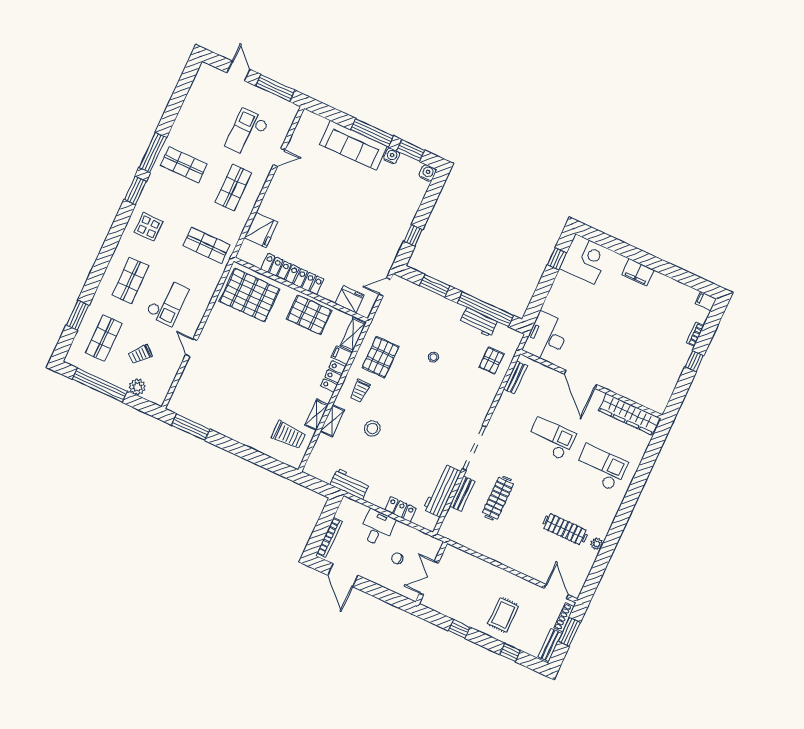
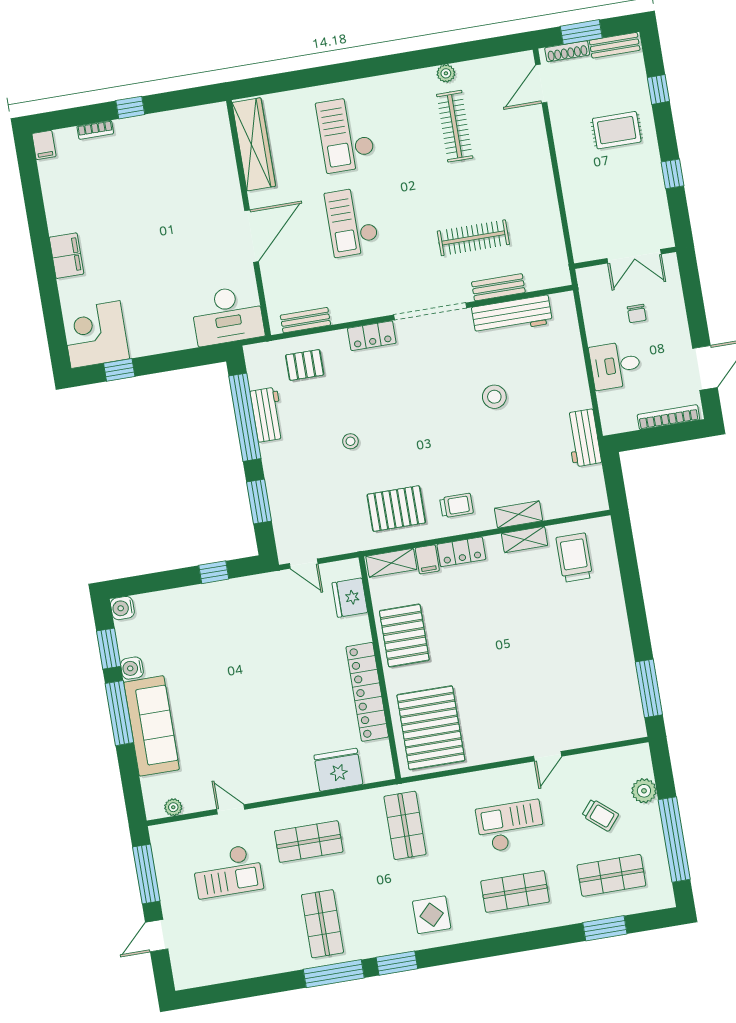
plant: (301, 127) -> (173, 807), added
stool: (372, 428) -> (494, 397), moved
locker: (400, 509) -> (372, 336), moved, turned -90

